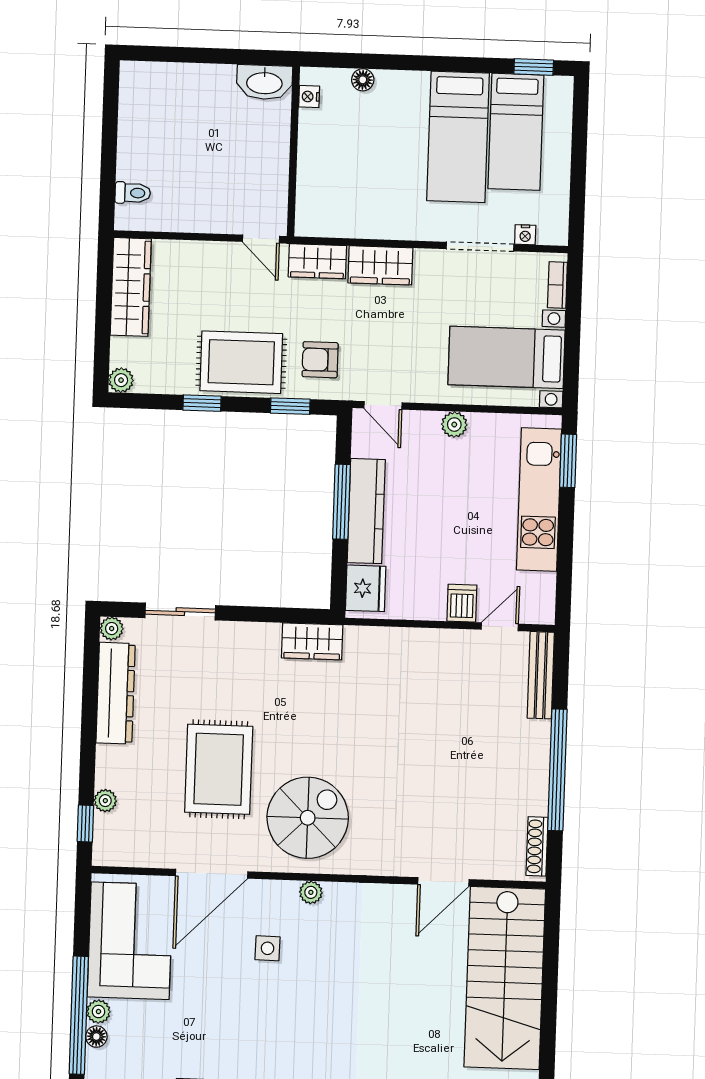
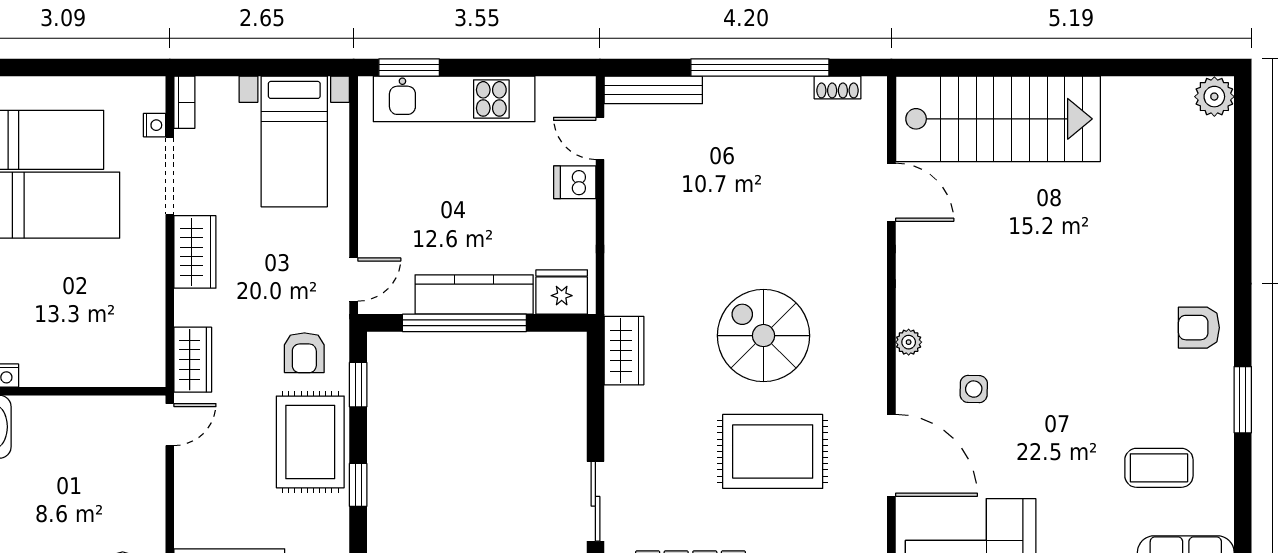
wardrobe: (380, 265) -> (195, 252), moved
bookcase: (557, 285) -> (184, 102), moved, turned -90
plant: (454, 425) -> (372, 198), removed
window: (341, 502) -> (464, 323), width x1.46
spiral stairs: (308, 818) -> (763, 336), moved
shoe rack: (537, 846) -> (838, 88), width x0.70

